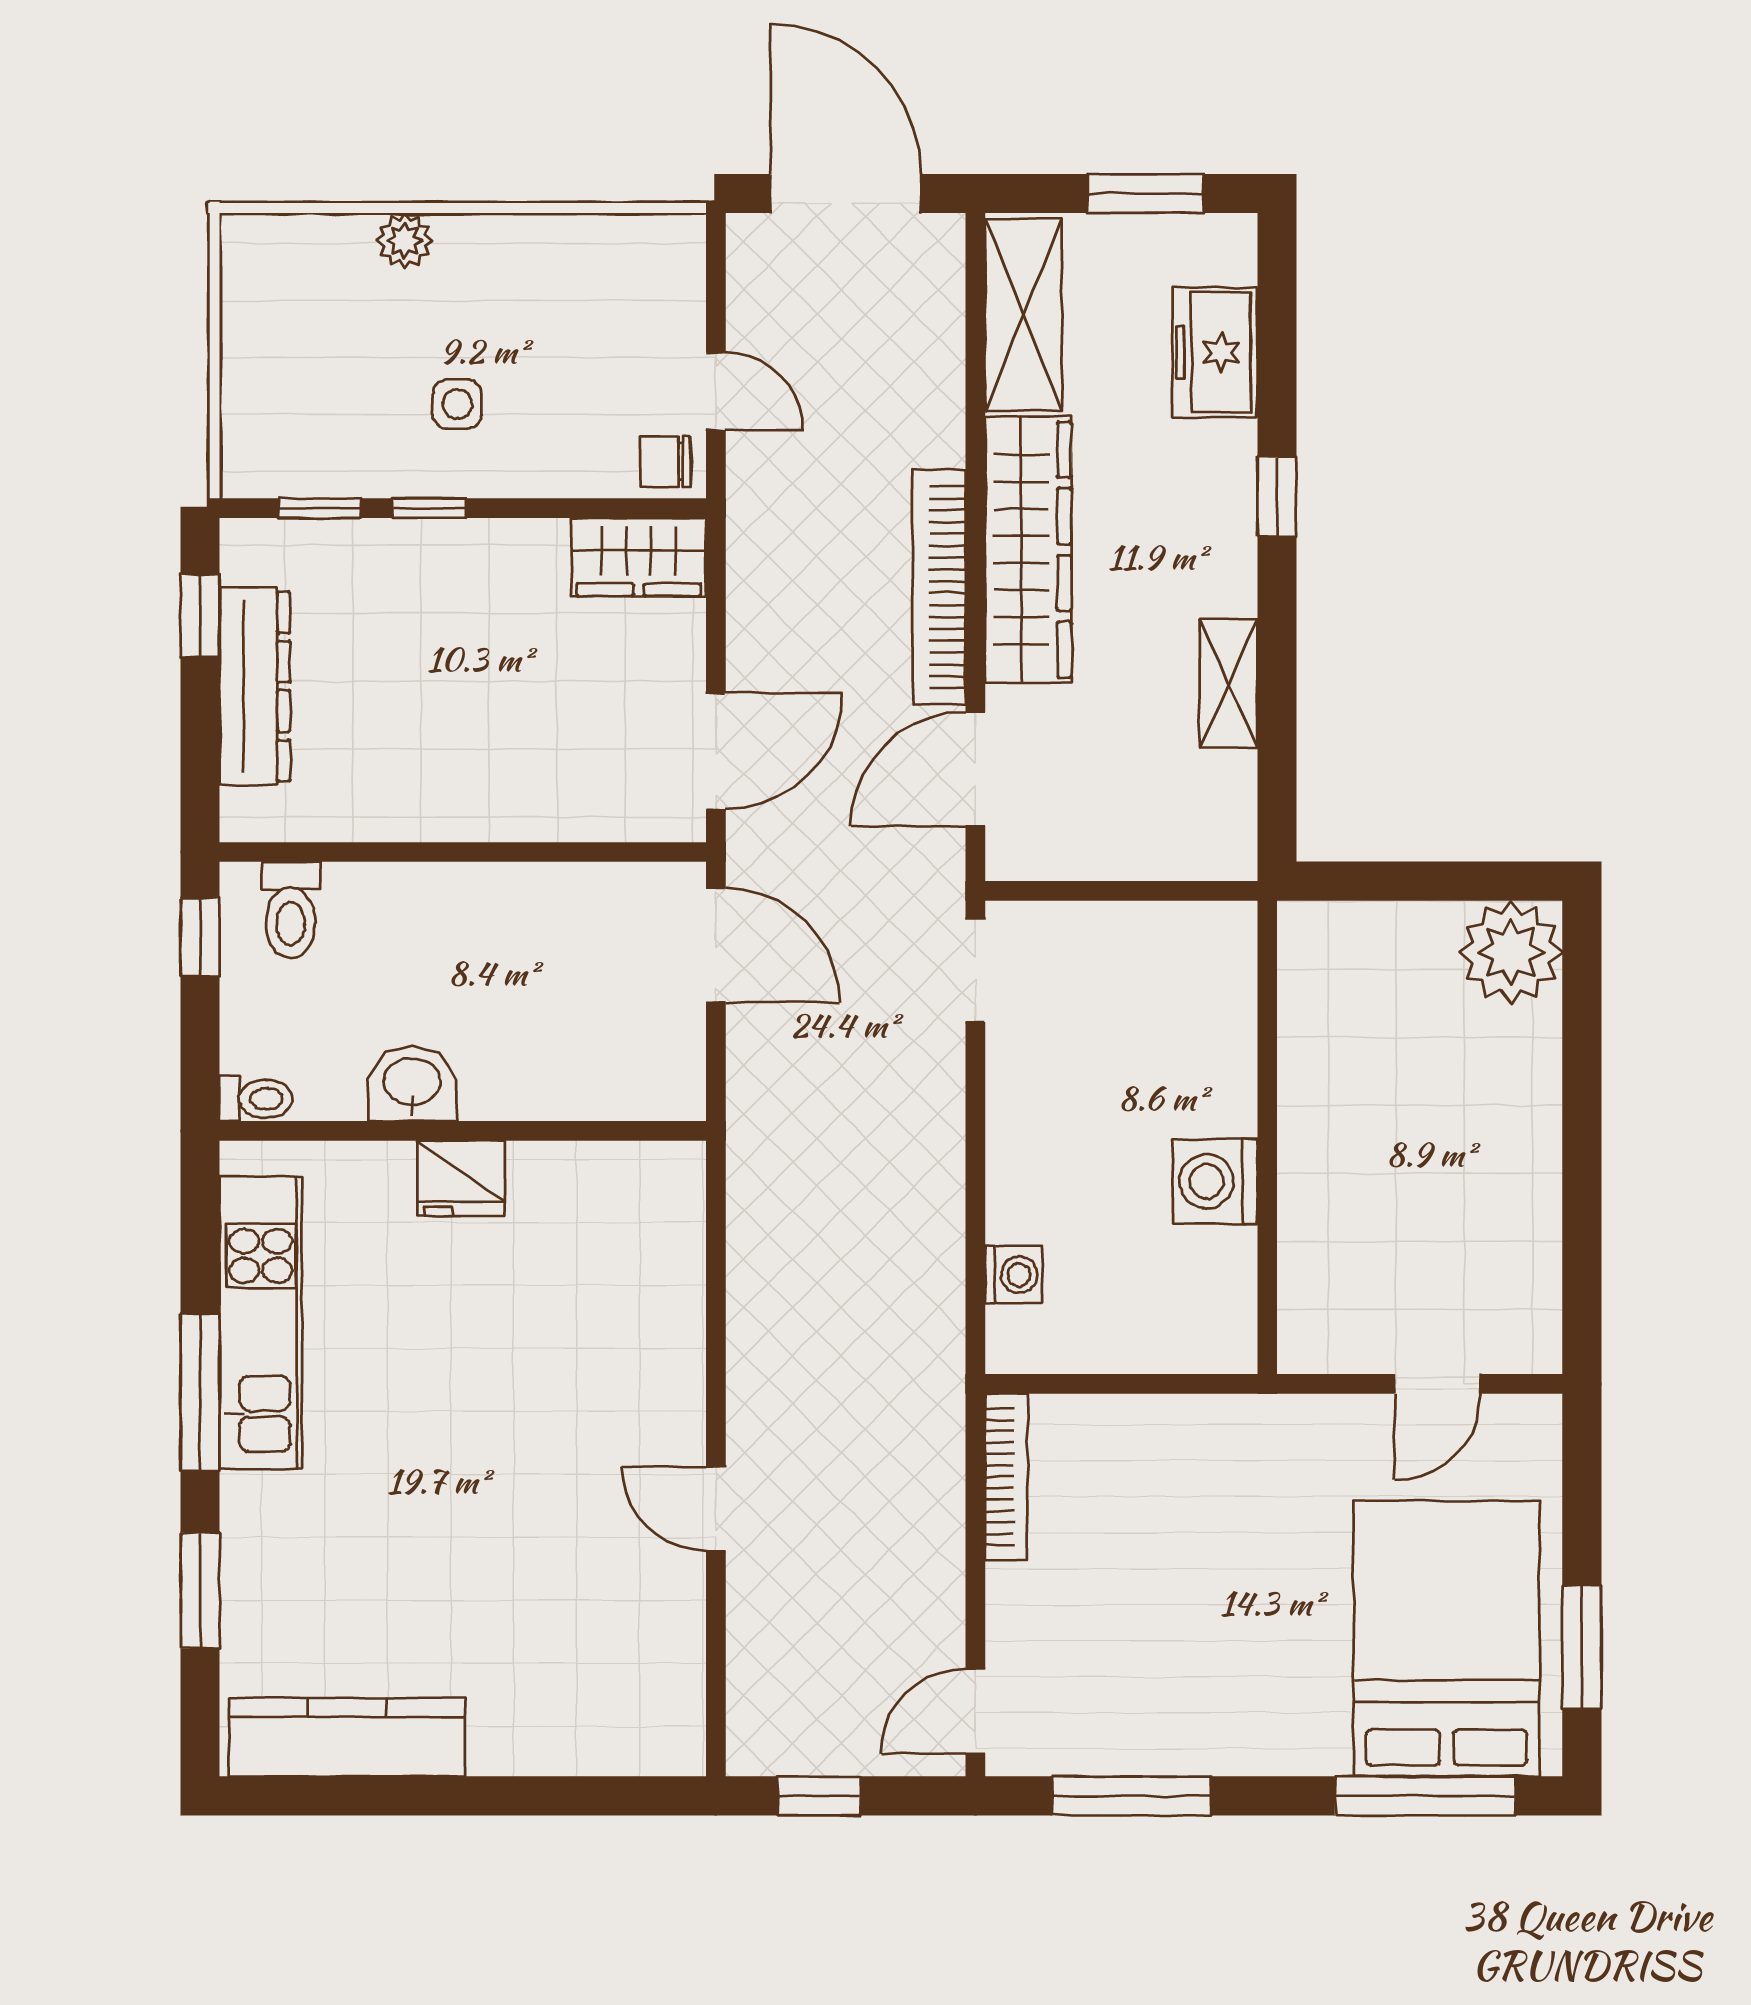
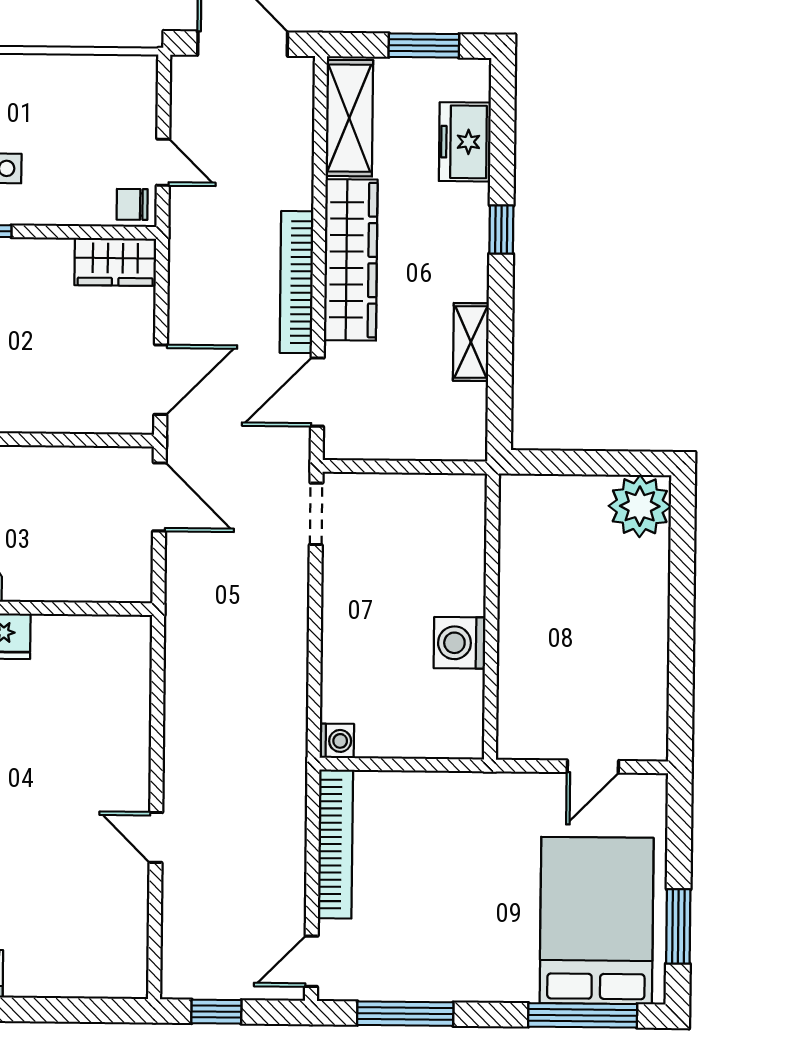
washing machine: (1013, 1275) -> (337, 741), moved
bookcase: (1006, 1477) -> (335, 844), width x1.48, depth x1.31

